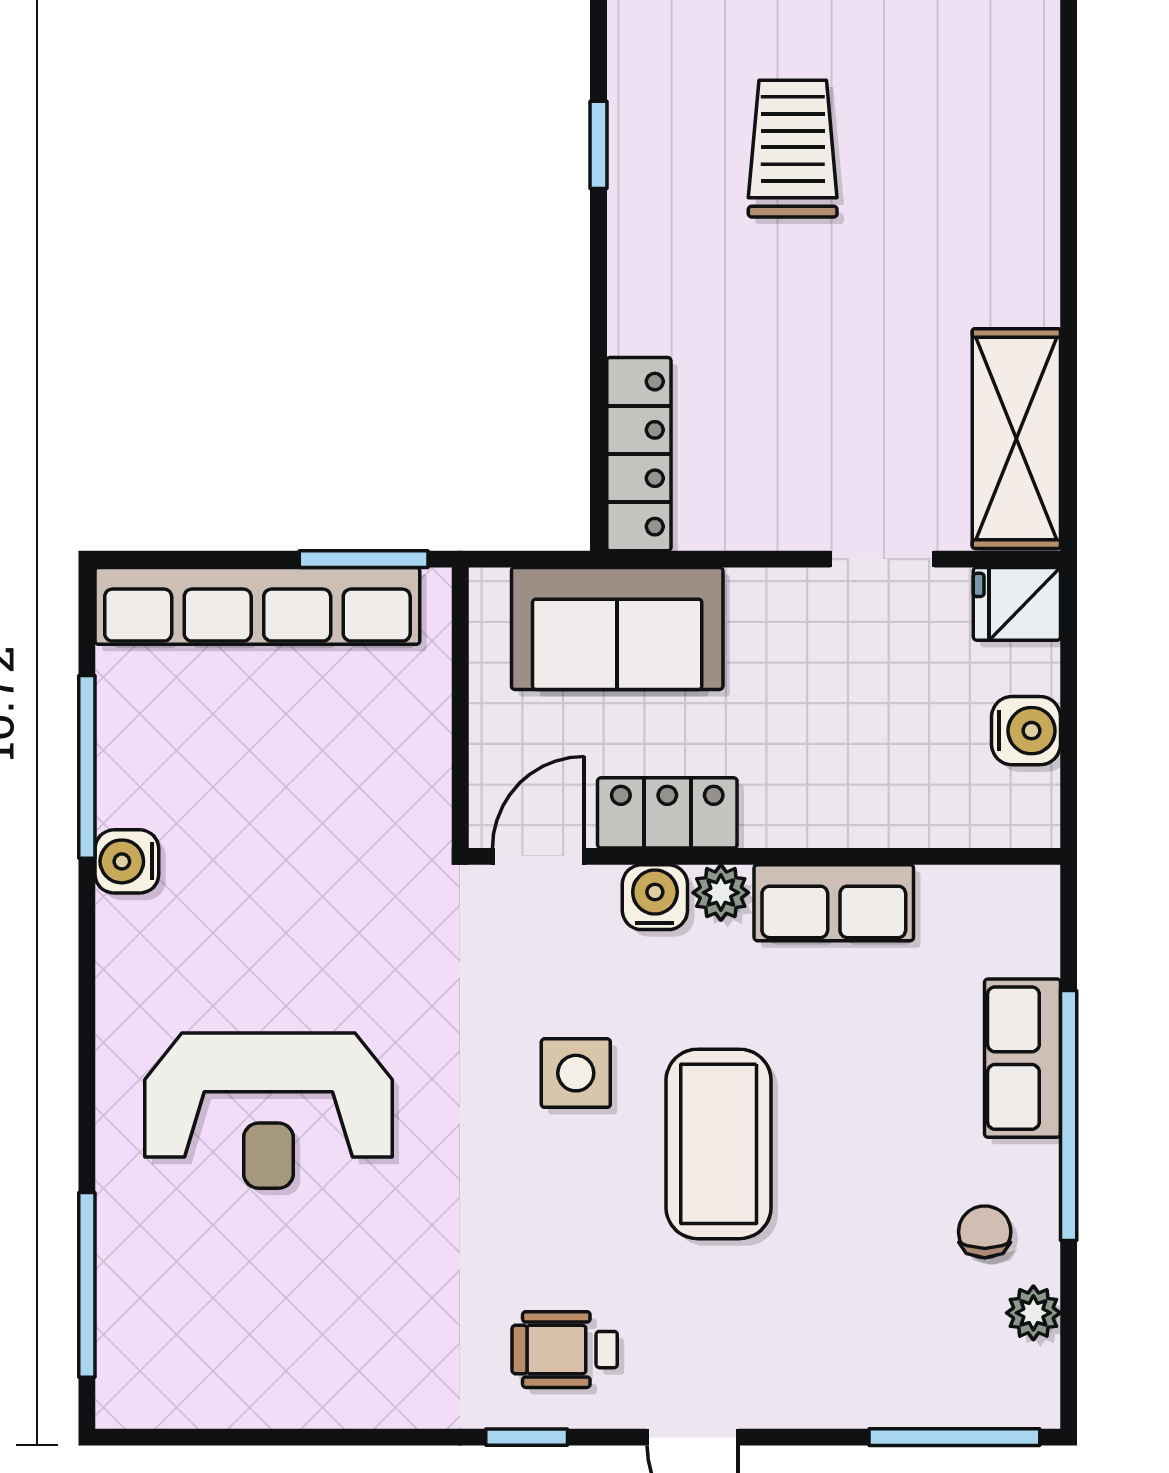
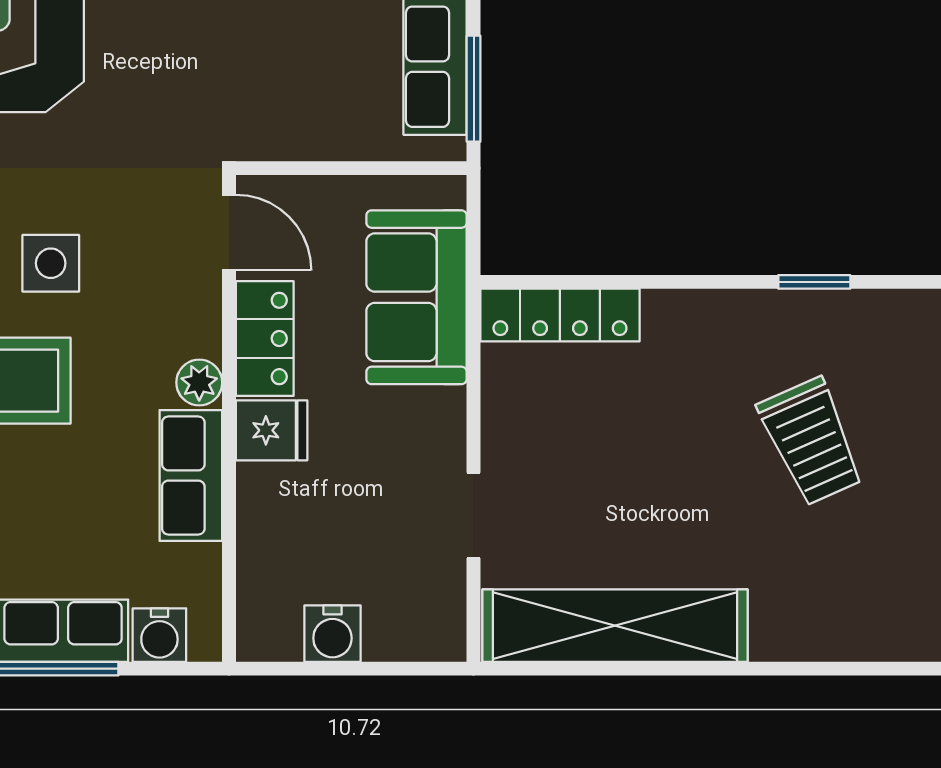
trolley: (793, 149) -> (811, 442), turned 66
shelving: (1016, 439) -> (615, 626), width x1.47
fridge: (1017, 604) -> (272, 430), moved, turned 90
water cooler: (655, 897) -> (159, 635), moved, turned 90

